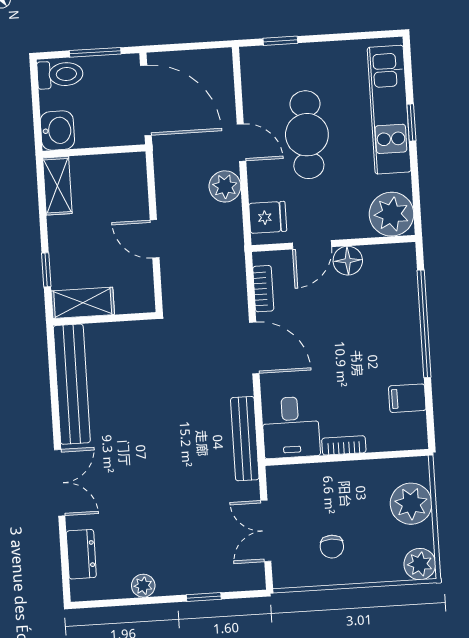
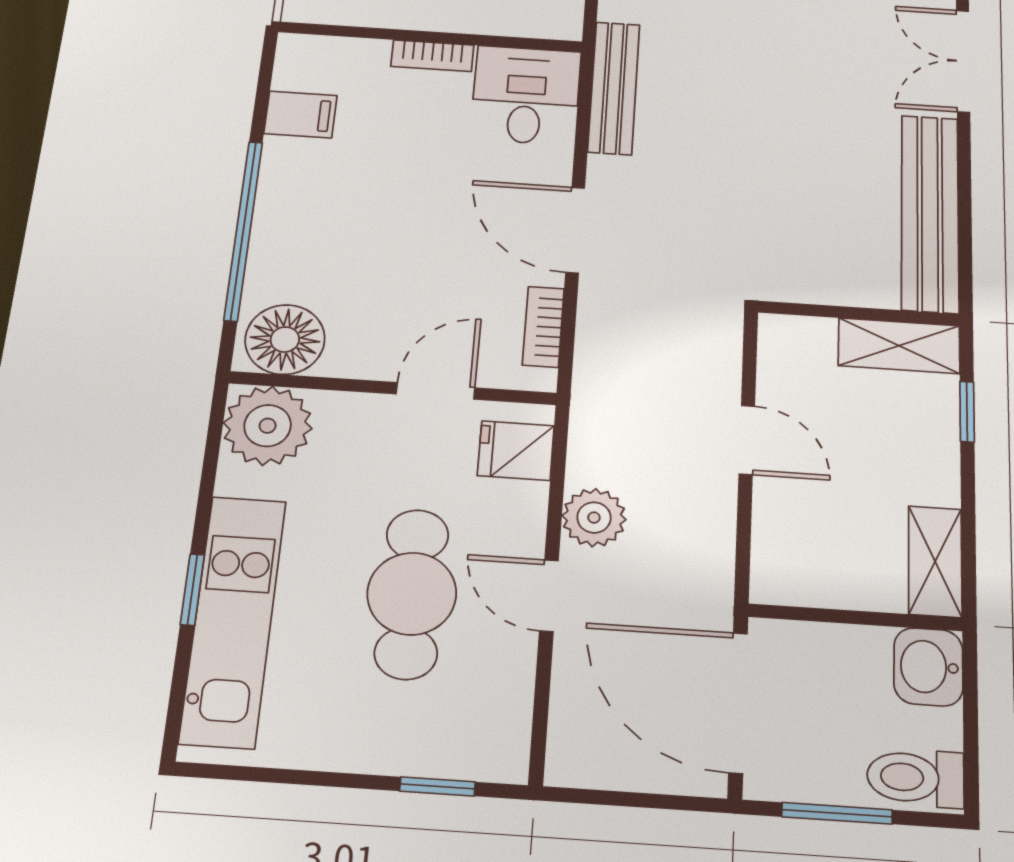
floor lamp: (348, 261) -> (285, 339), moved, width x1.38, depth x1.38

